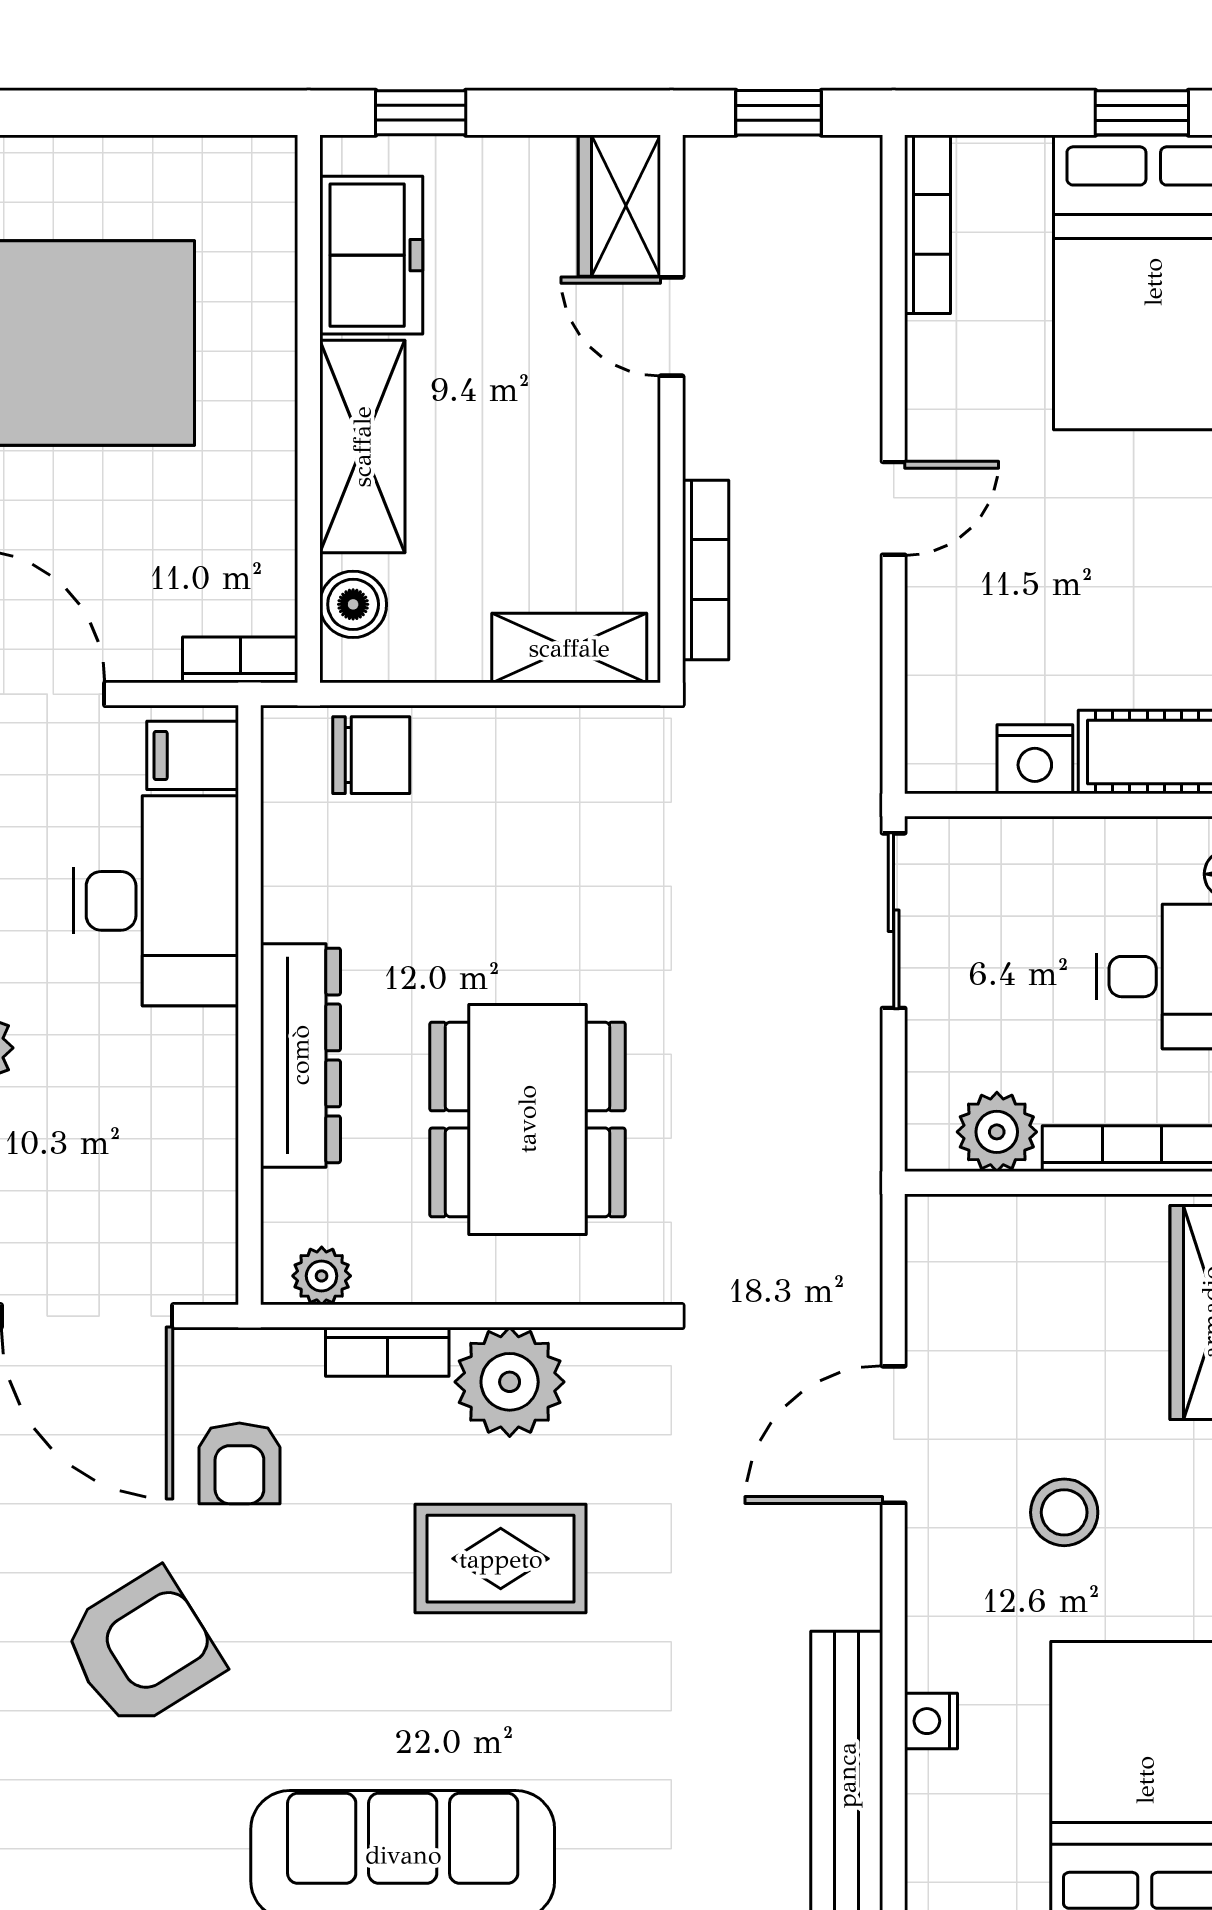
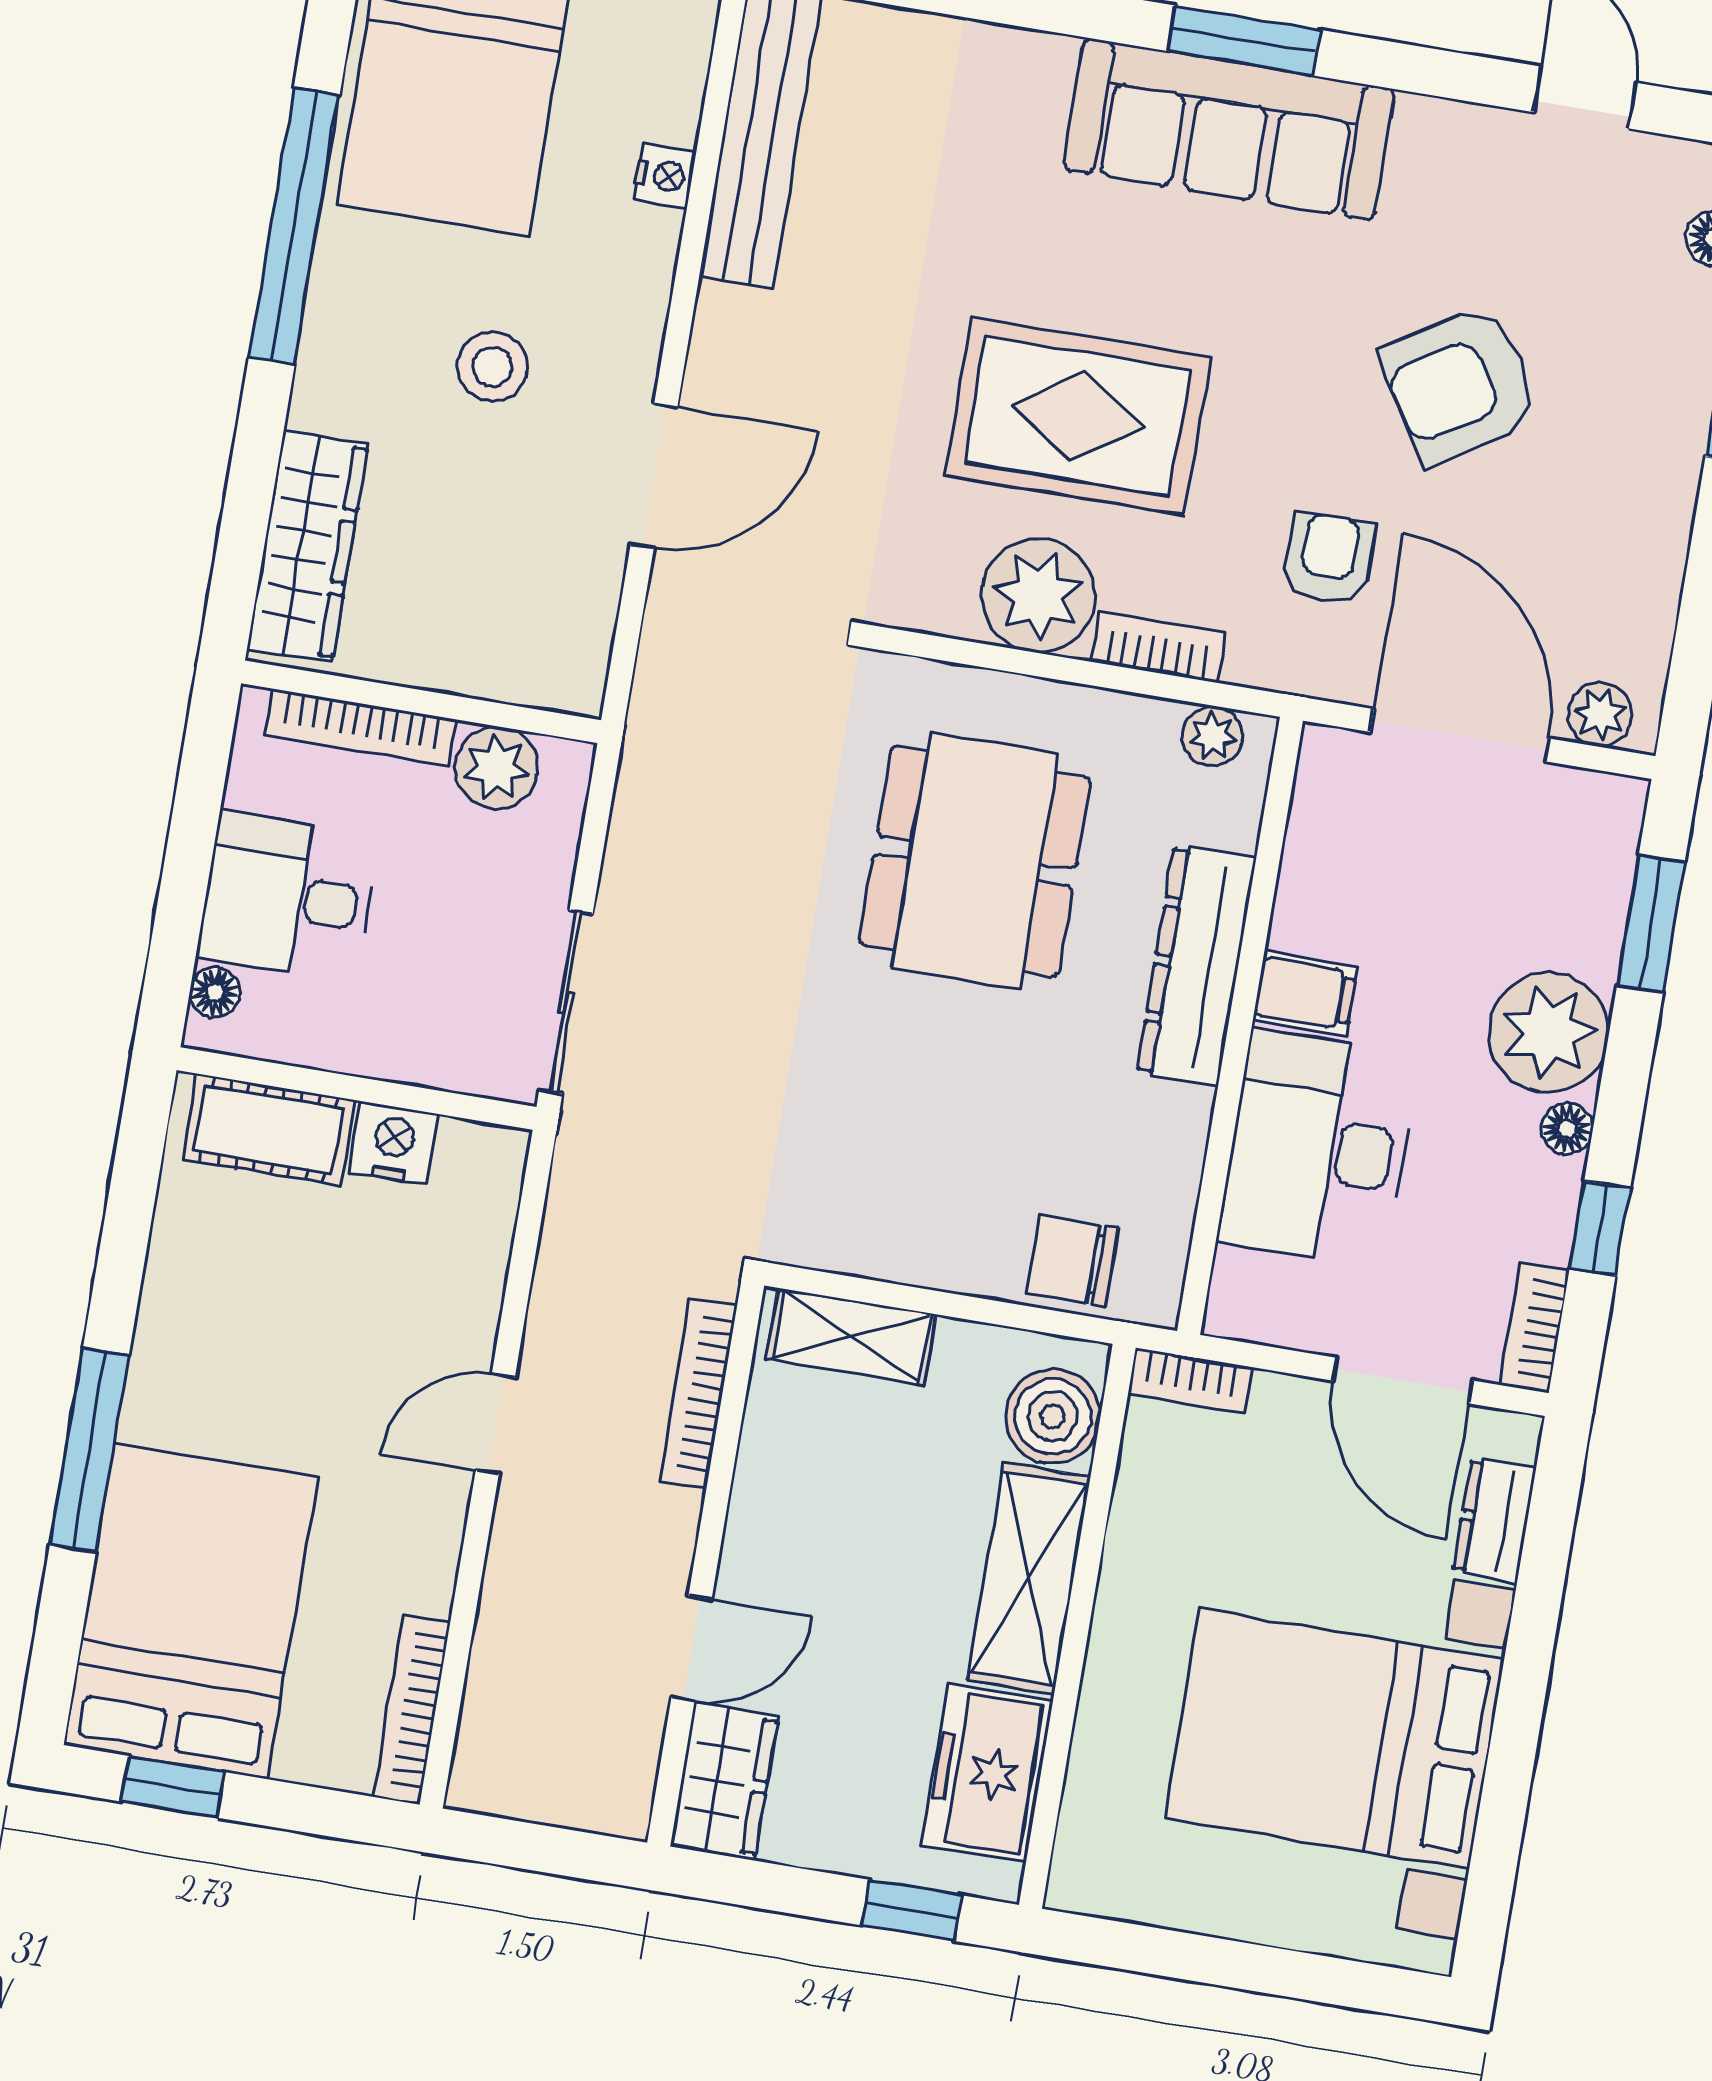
window: (779, 113) -> (545, 1849), removed
door: (671, 327) -> (692, 1648), hinge flipped
boiler: (353, 604) -> (1053, 1416), width x1.36, depth x1.36
filing cabinet: (193, 755) -> (1305, 994), moved
rug: (501, 1559) -> (1078, 416), width x1.36, depth x1.43

